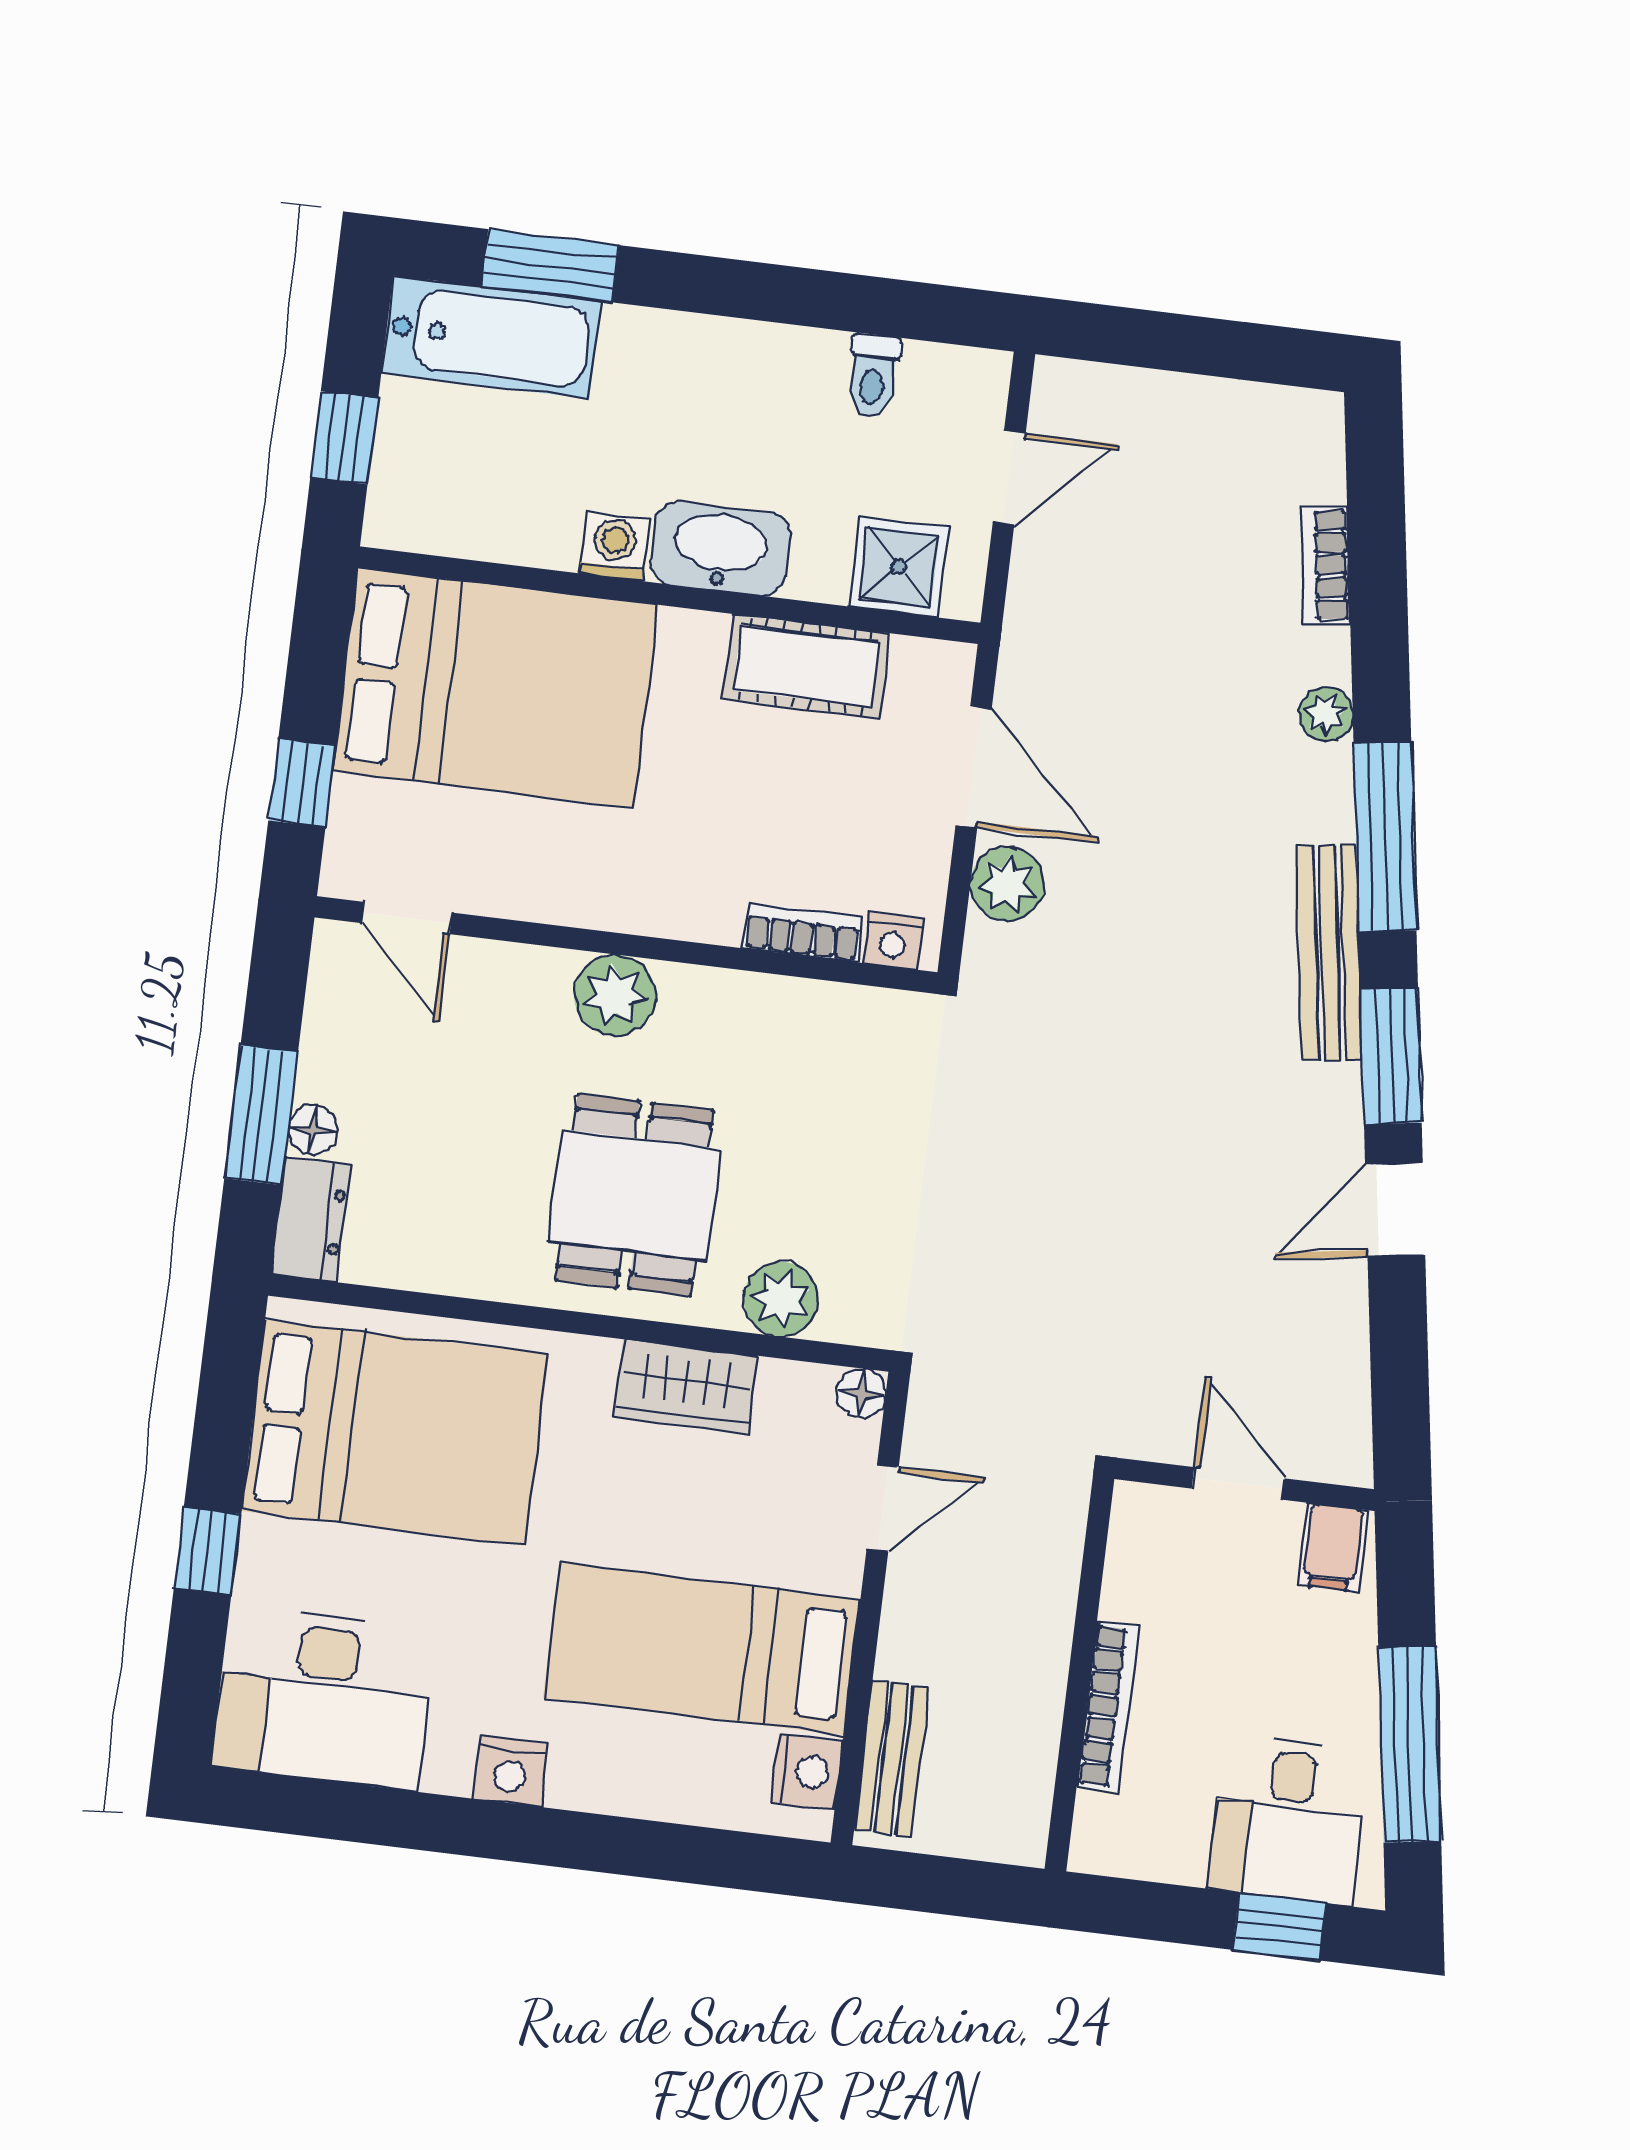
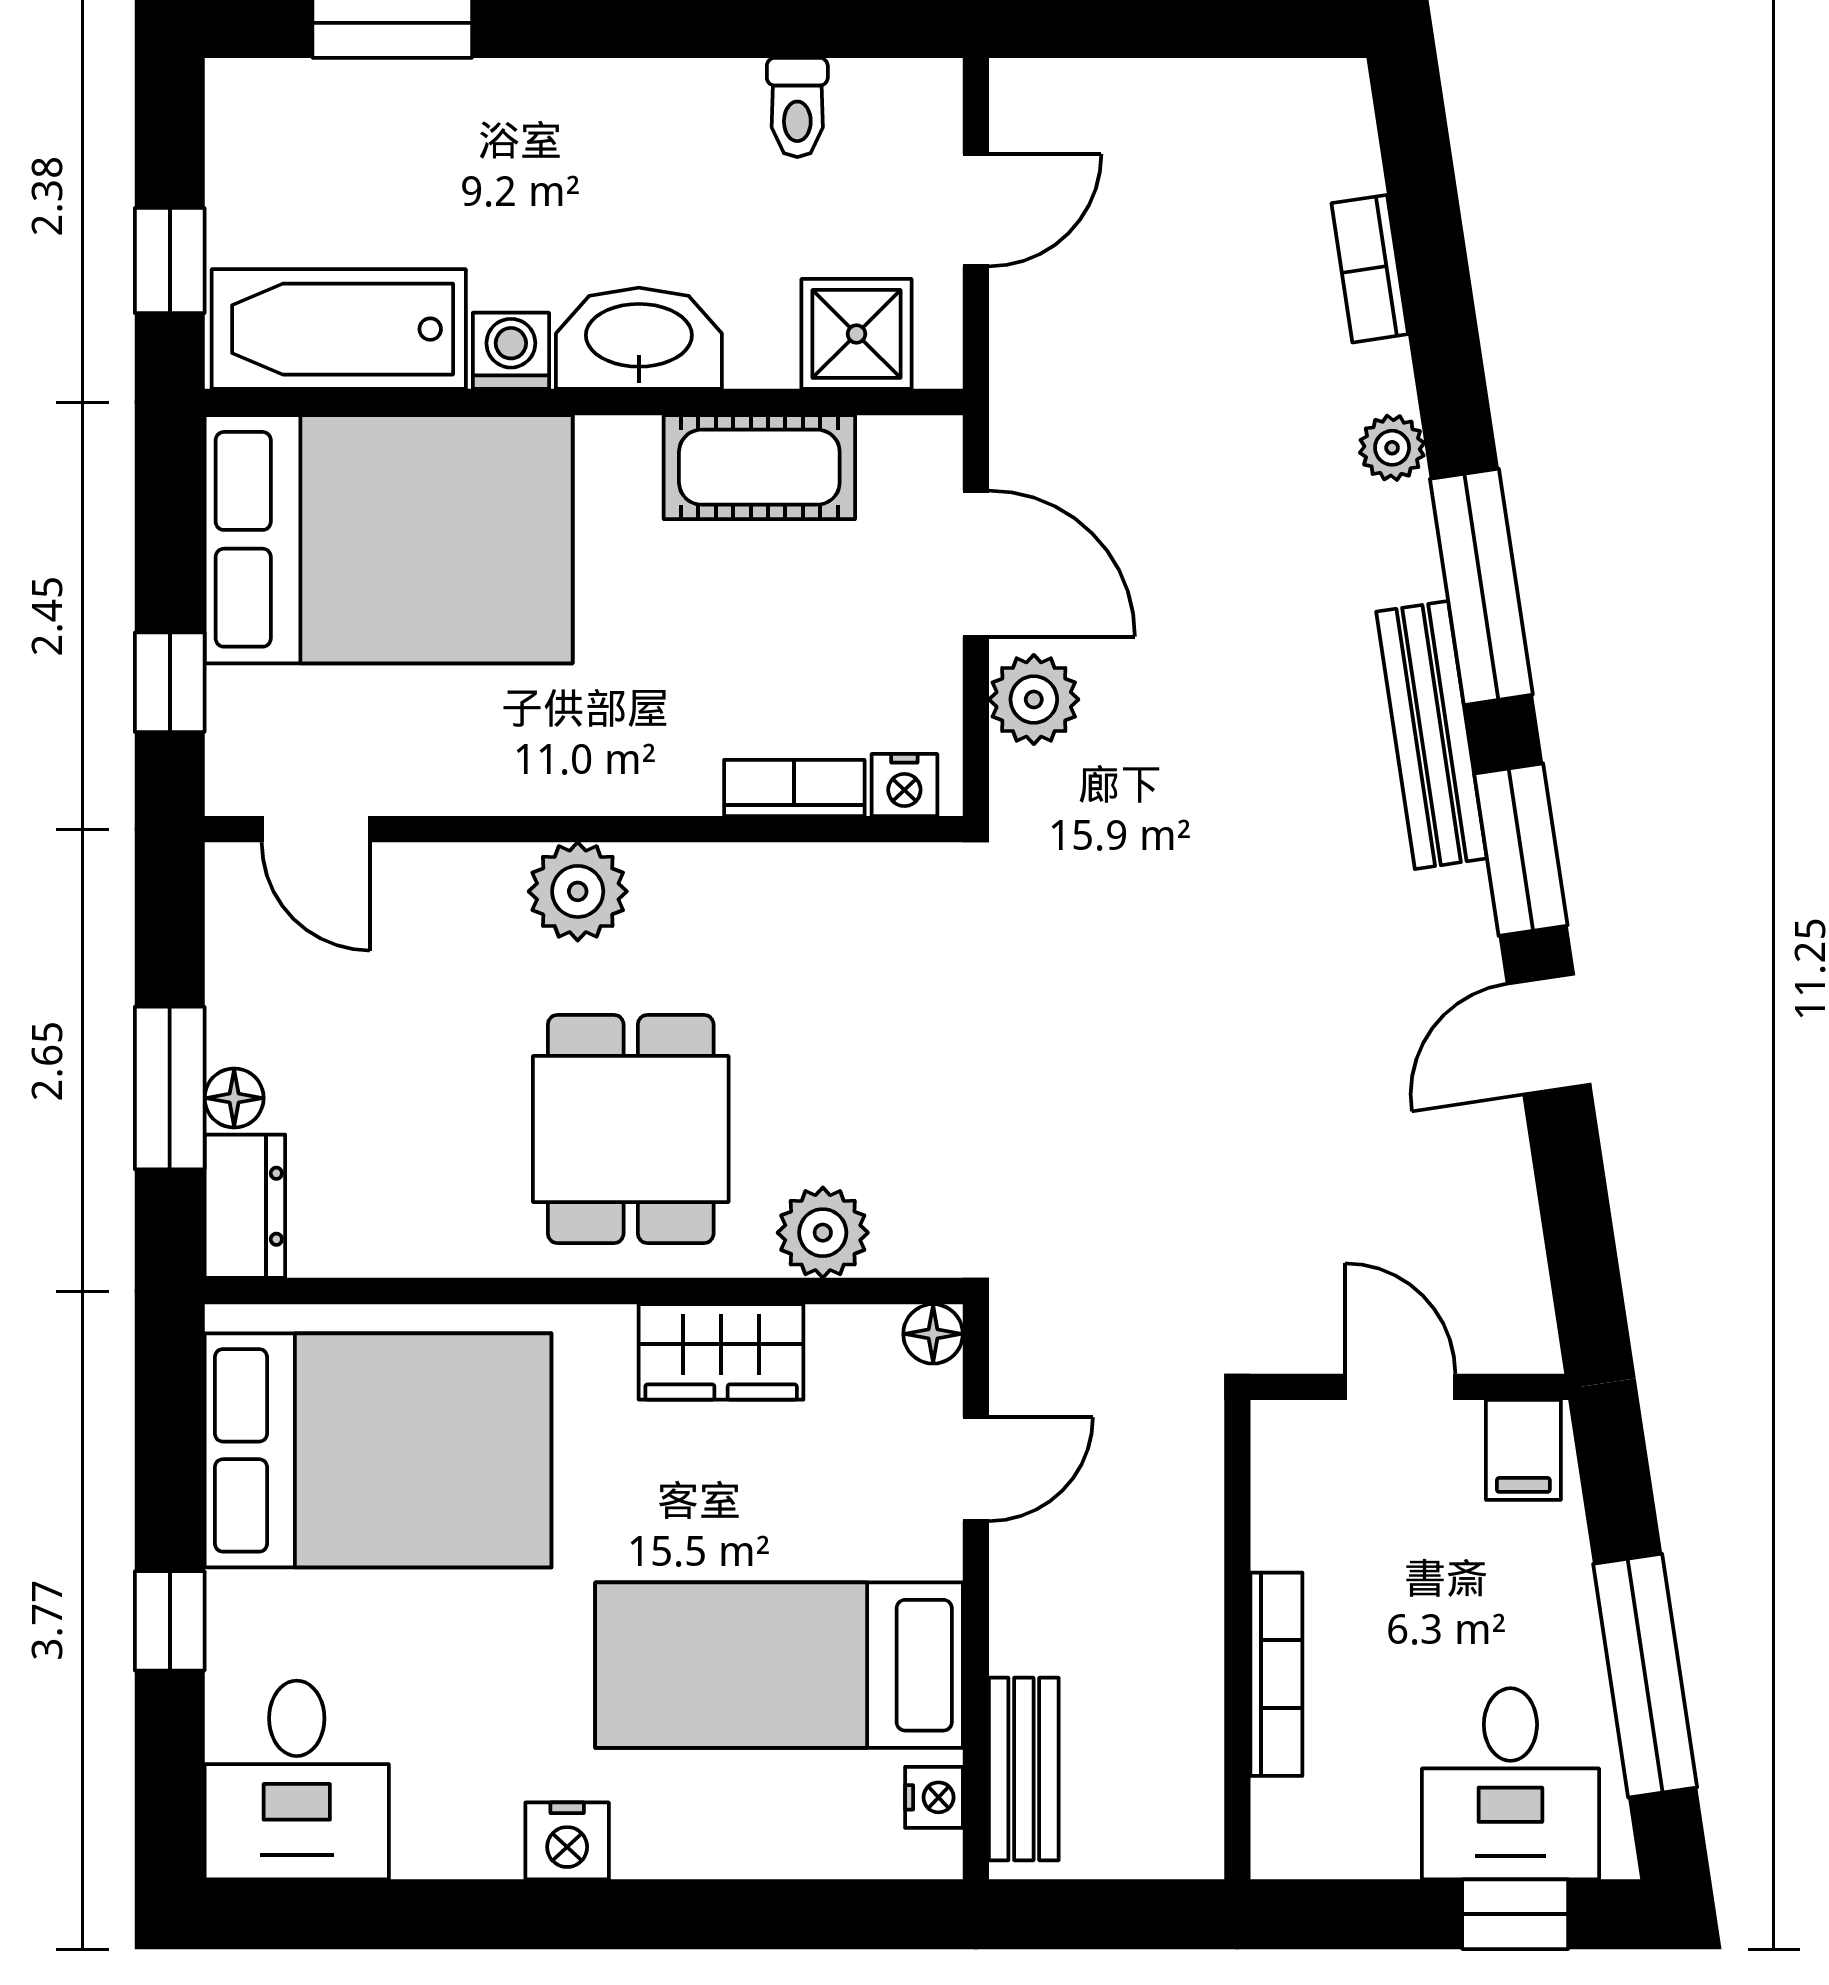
bathtub: (491, 337) -> (339, 329), moved, turned 180
desk: (324, 1698) -> (297, 1780), width x0.73
nightstand: (807, 1772) -> (934, 1797), width x0.72, depth x0.74

